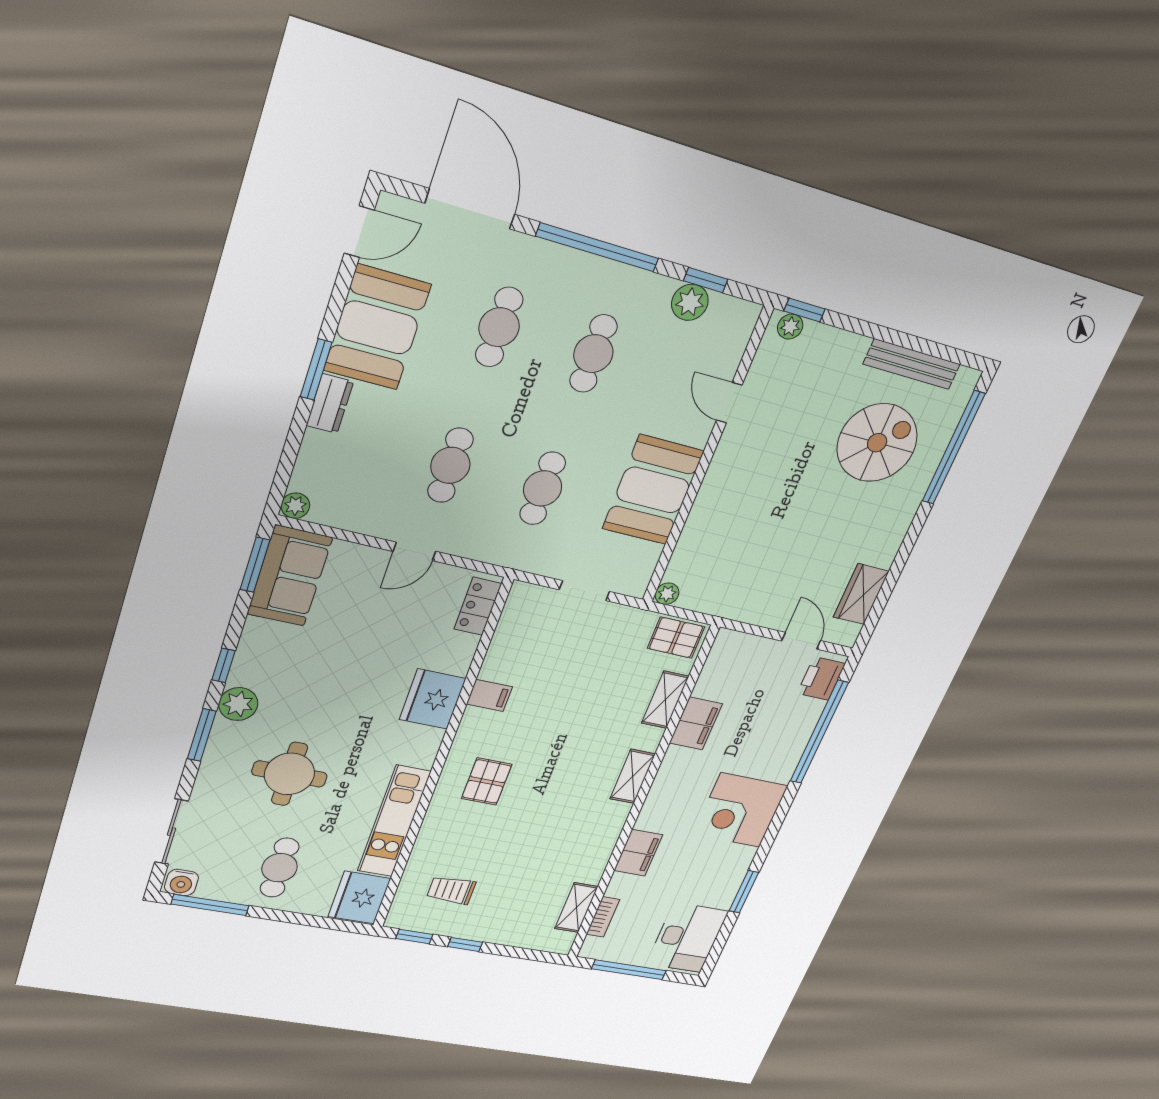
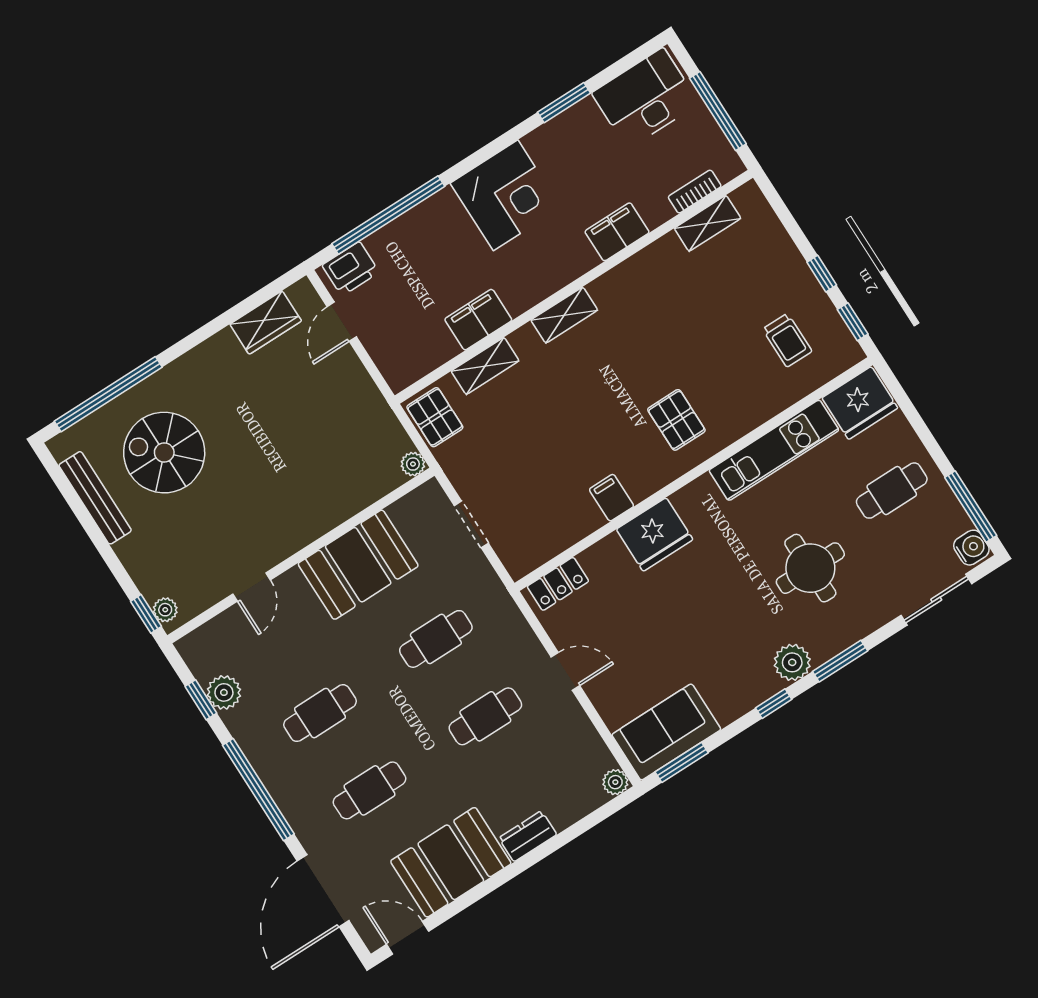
window: (316, 369) -> (516, 869), removed
pallet: (487, 781) -> (676, 420), turned 90

